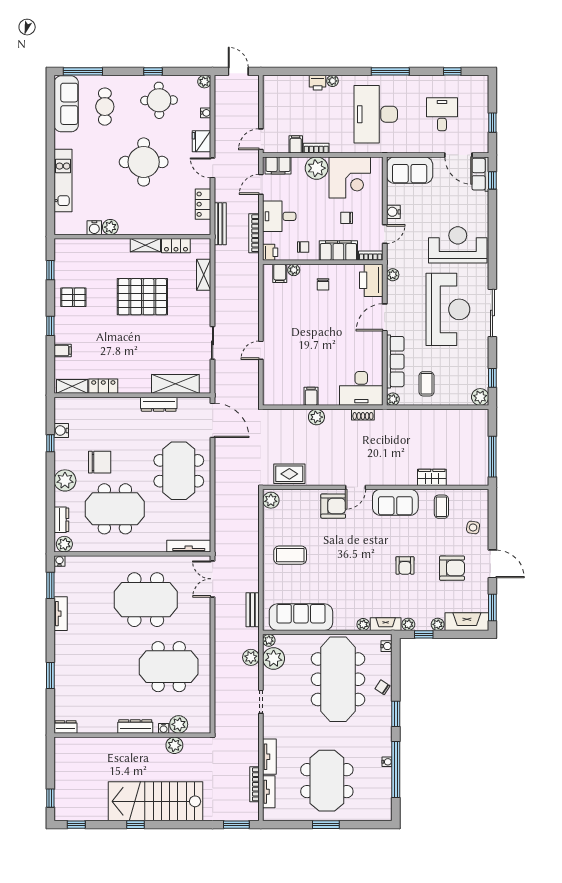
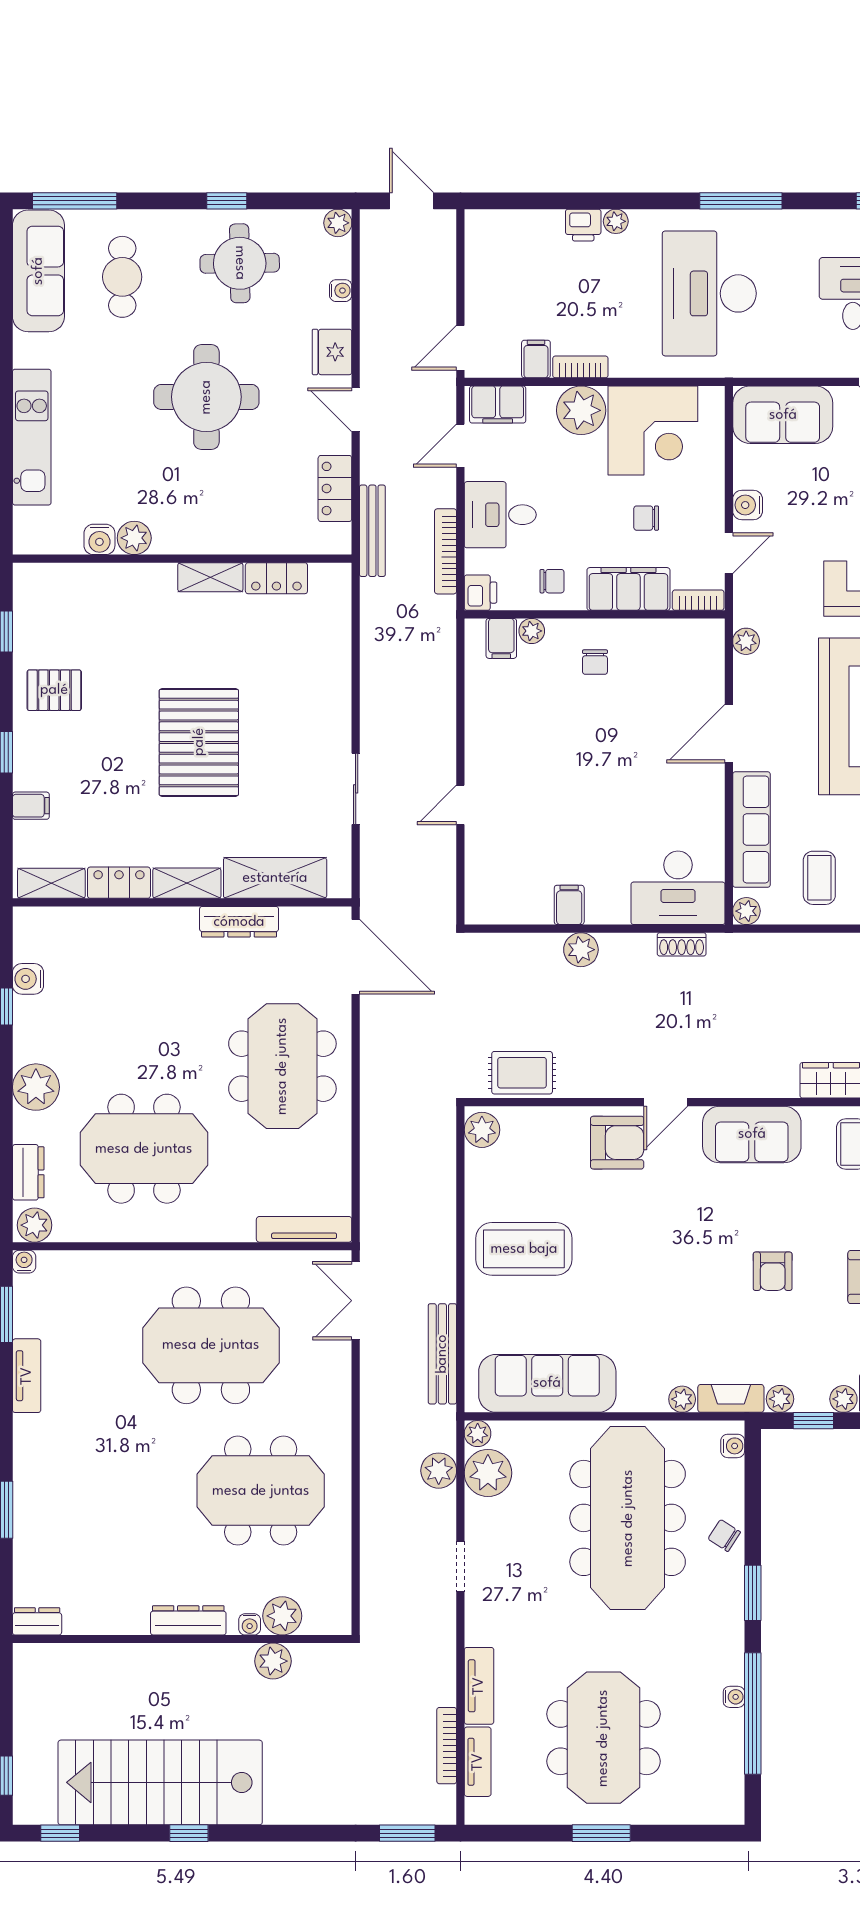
shelving: (204, 275) -> (187, 883), moved, turned 90
printer: (371, 280) -> (700, 653), removed
pallet: (142, 297) -> (199, 742), moved, turned 90
chair: (100, 462) -> (111, 1047), removed
coffee table: (290, 555) -> (524, 1249), width x1.36, depth x1.32
bench: (253, 610) -> (442, 1354), width x1.36
stairs: (155, 801) -> (160, 1782), moved

